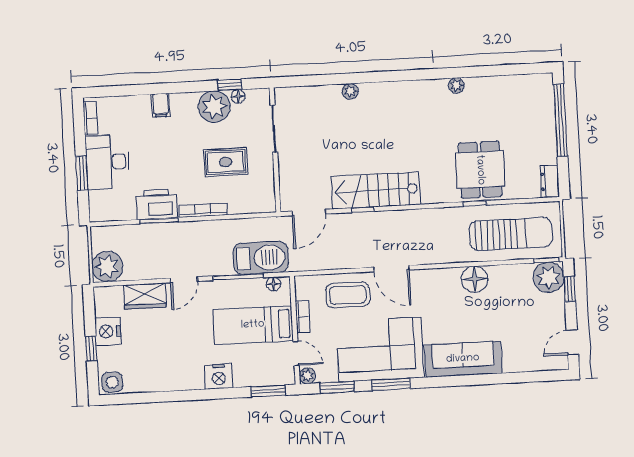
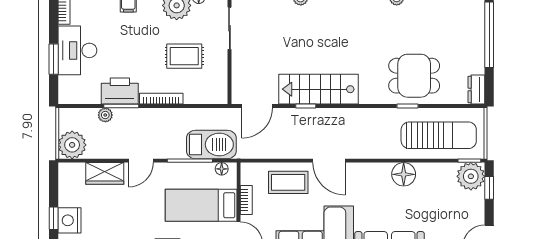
dining table: (480, 170) -> (414, 76), turned 90
plant: (142, 232) -> (105, 115), added
nightstand: (108, 331) -> (70, 220), moved

